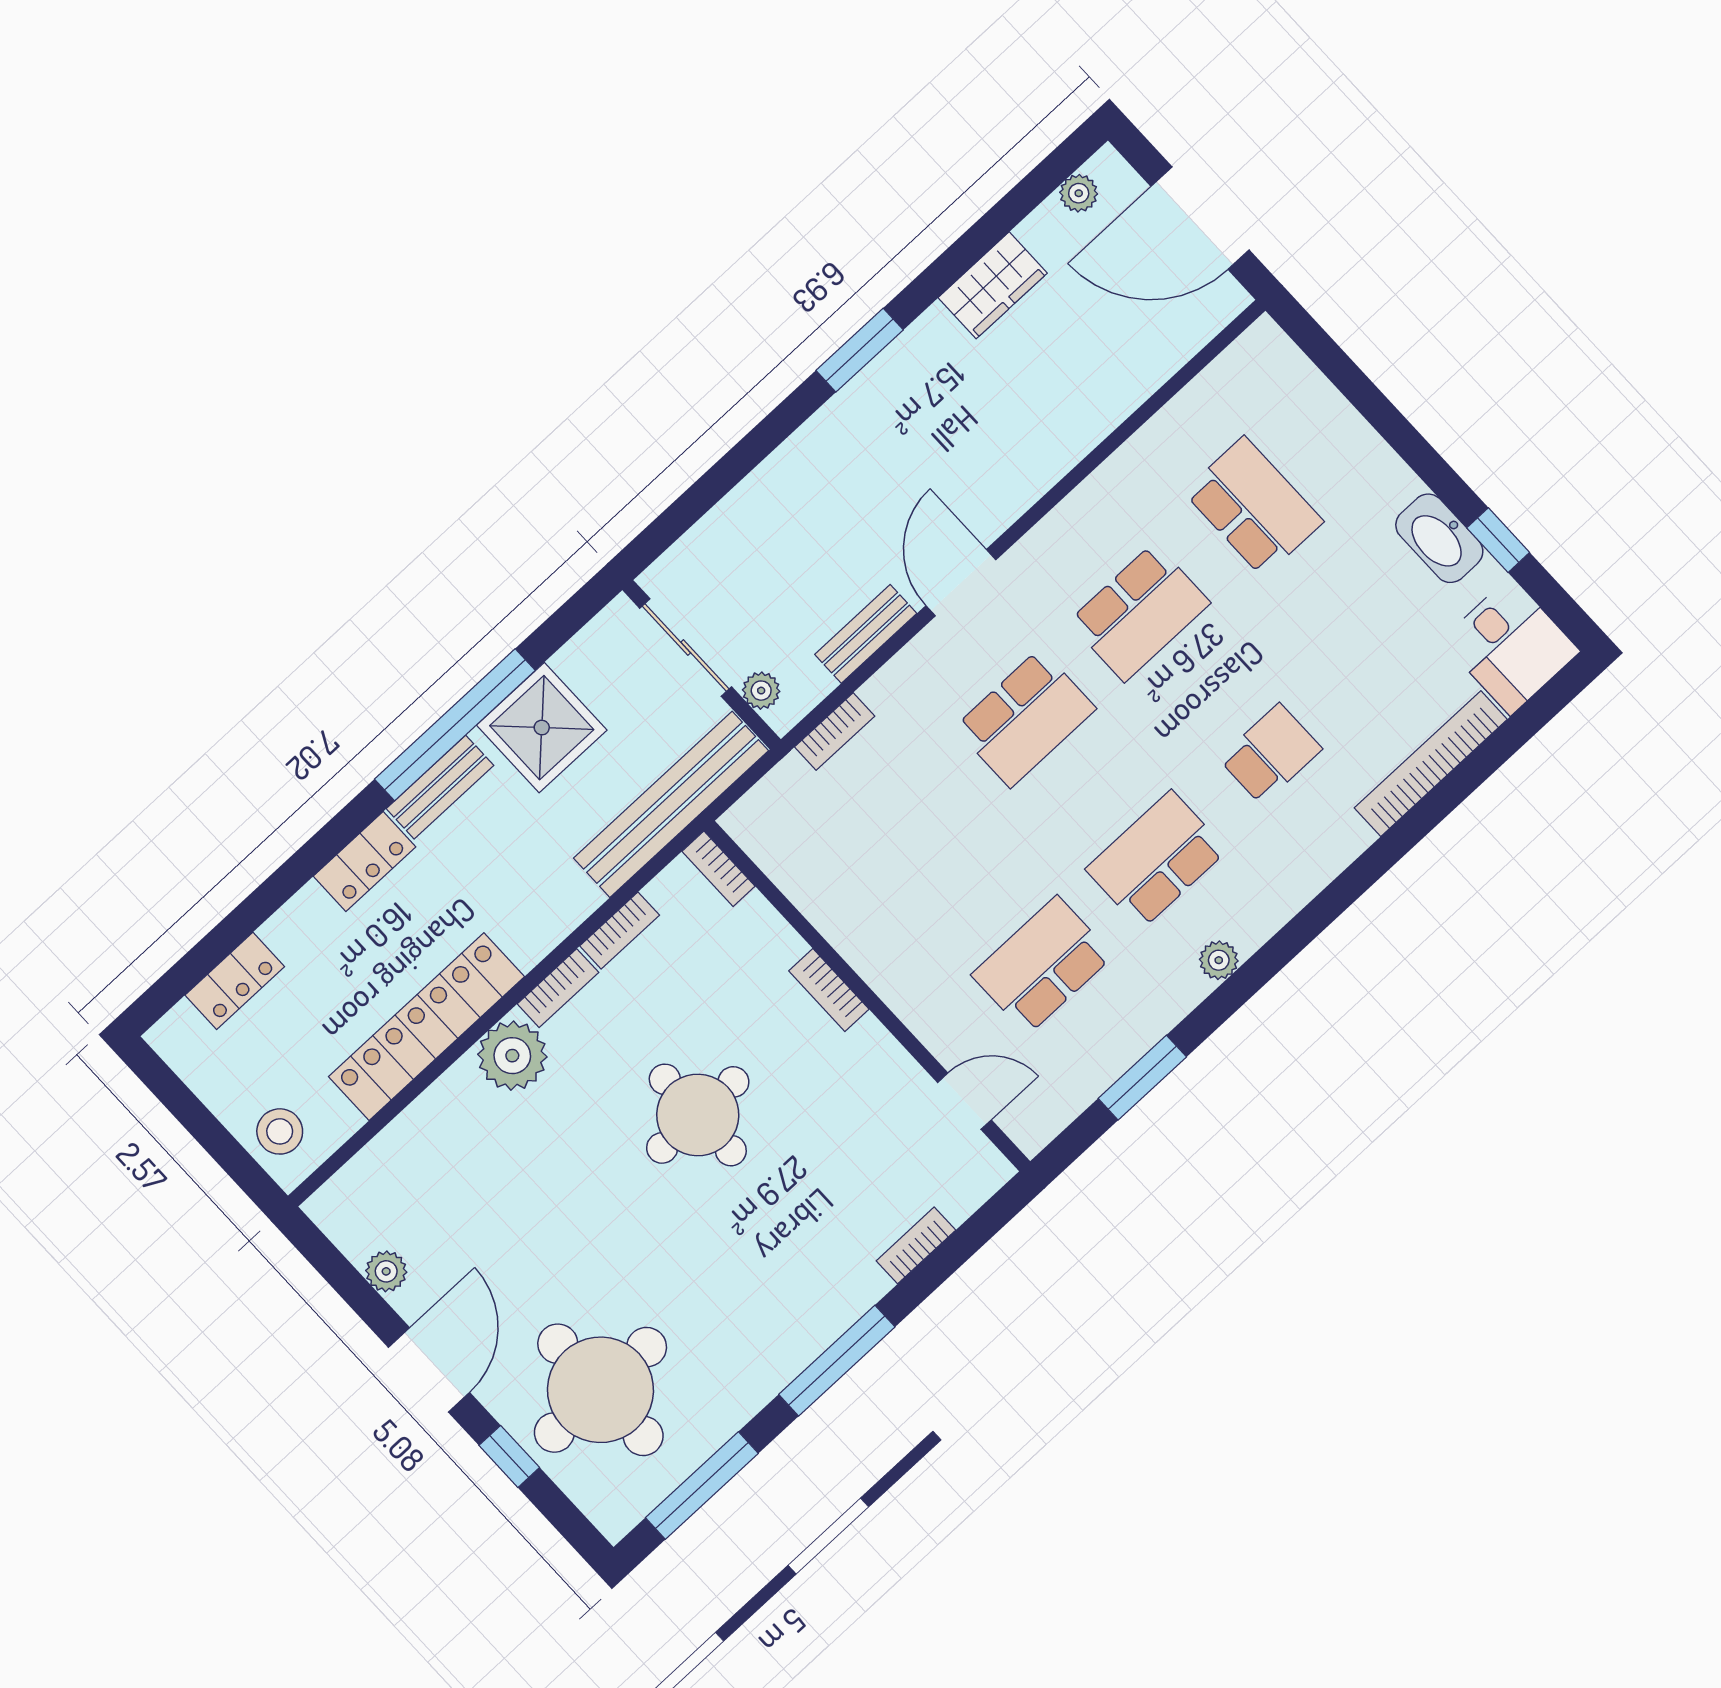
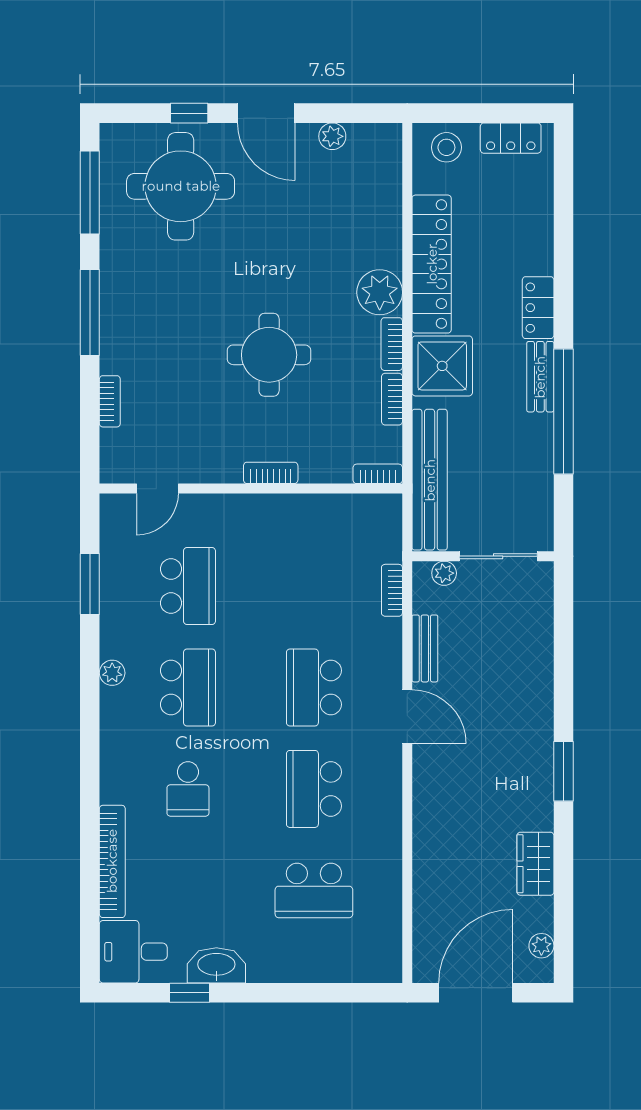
shower: (542, 728) -> (442, 366), moved
locker: (235, 981) -> (511, 138), moved, turned -90

